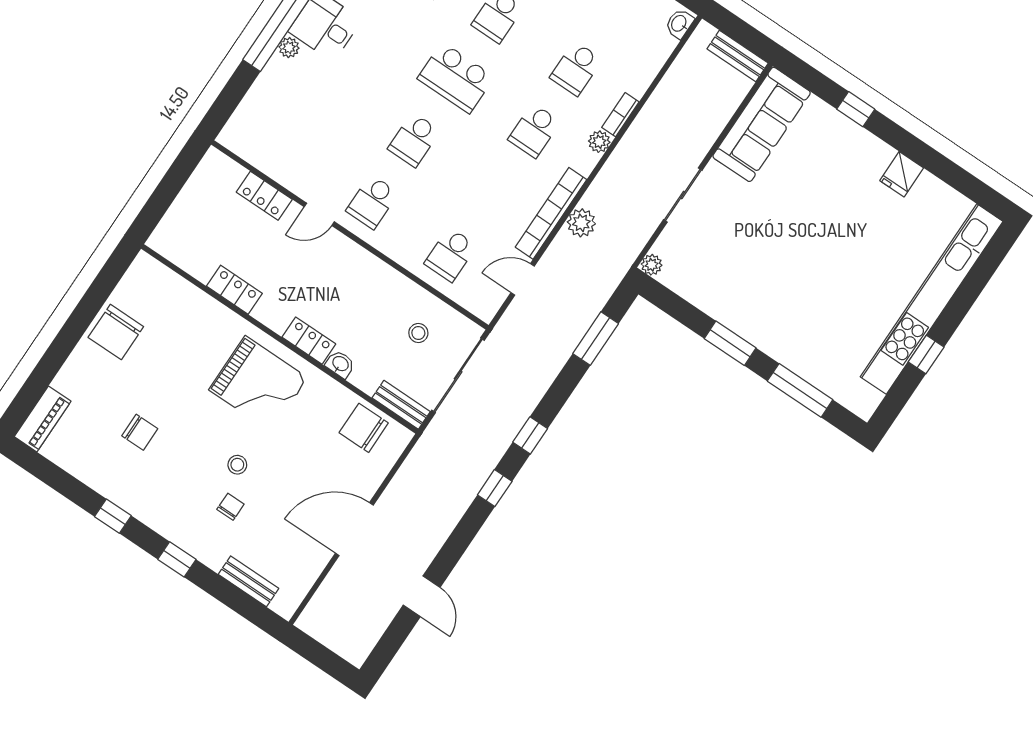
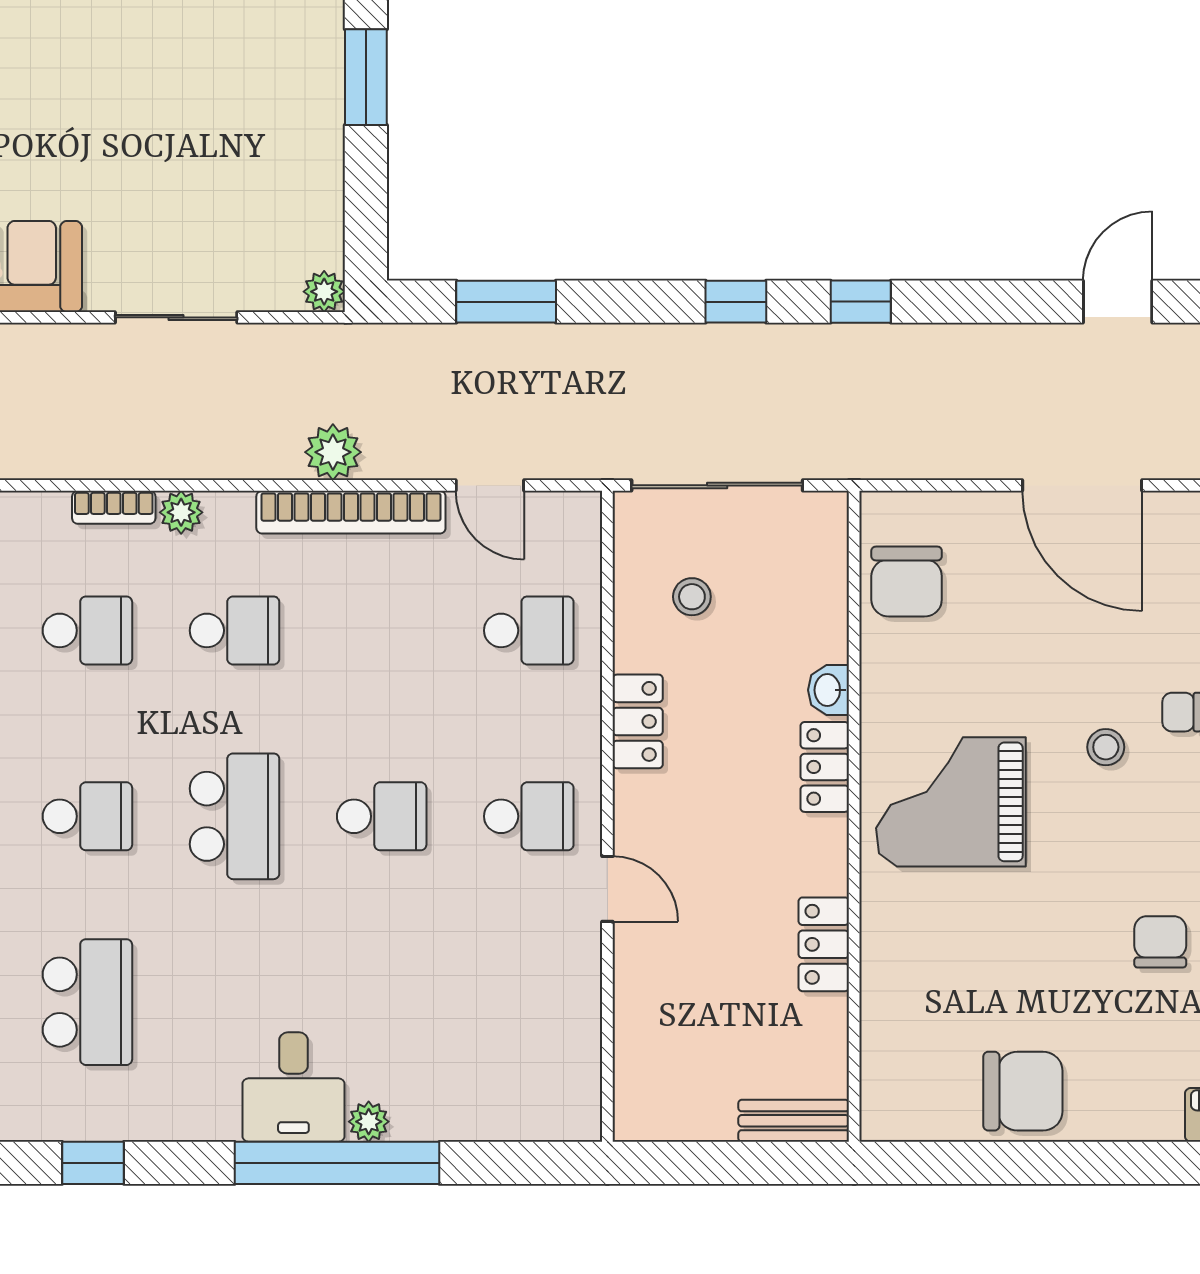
locker: (264, 196) -> (638, 721), moved
grand piano: (258, 384) -> (951, 802), turned -90
bench: (401, 405) -> (794, 1121), moved, turned 90

